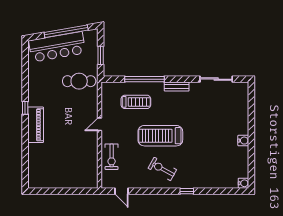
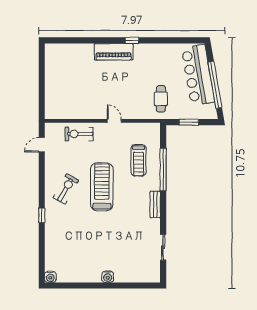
sliding door: (216, 79) -> (163, 247), width x0.73
cafe table: (79, 81) -> (161, 99), width x0.73, depth x0.74
water cooler: (243, 141) -> (108, 277), moved

